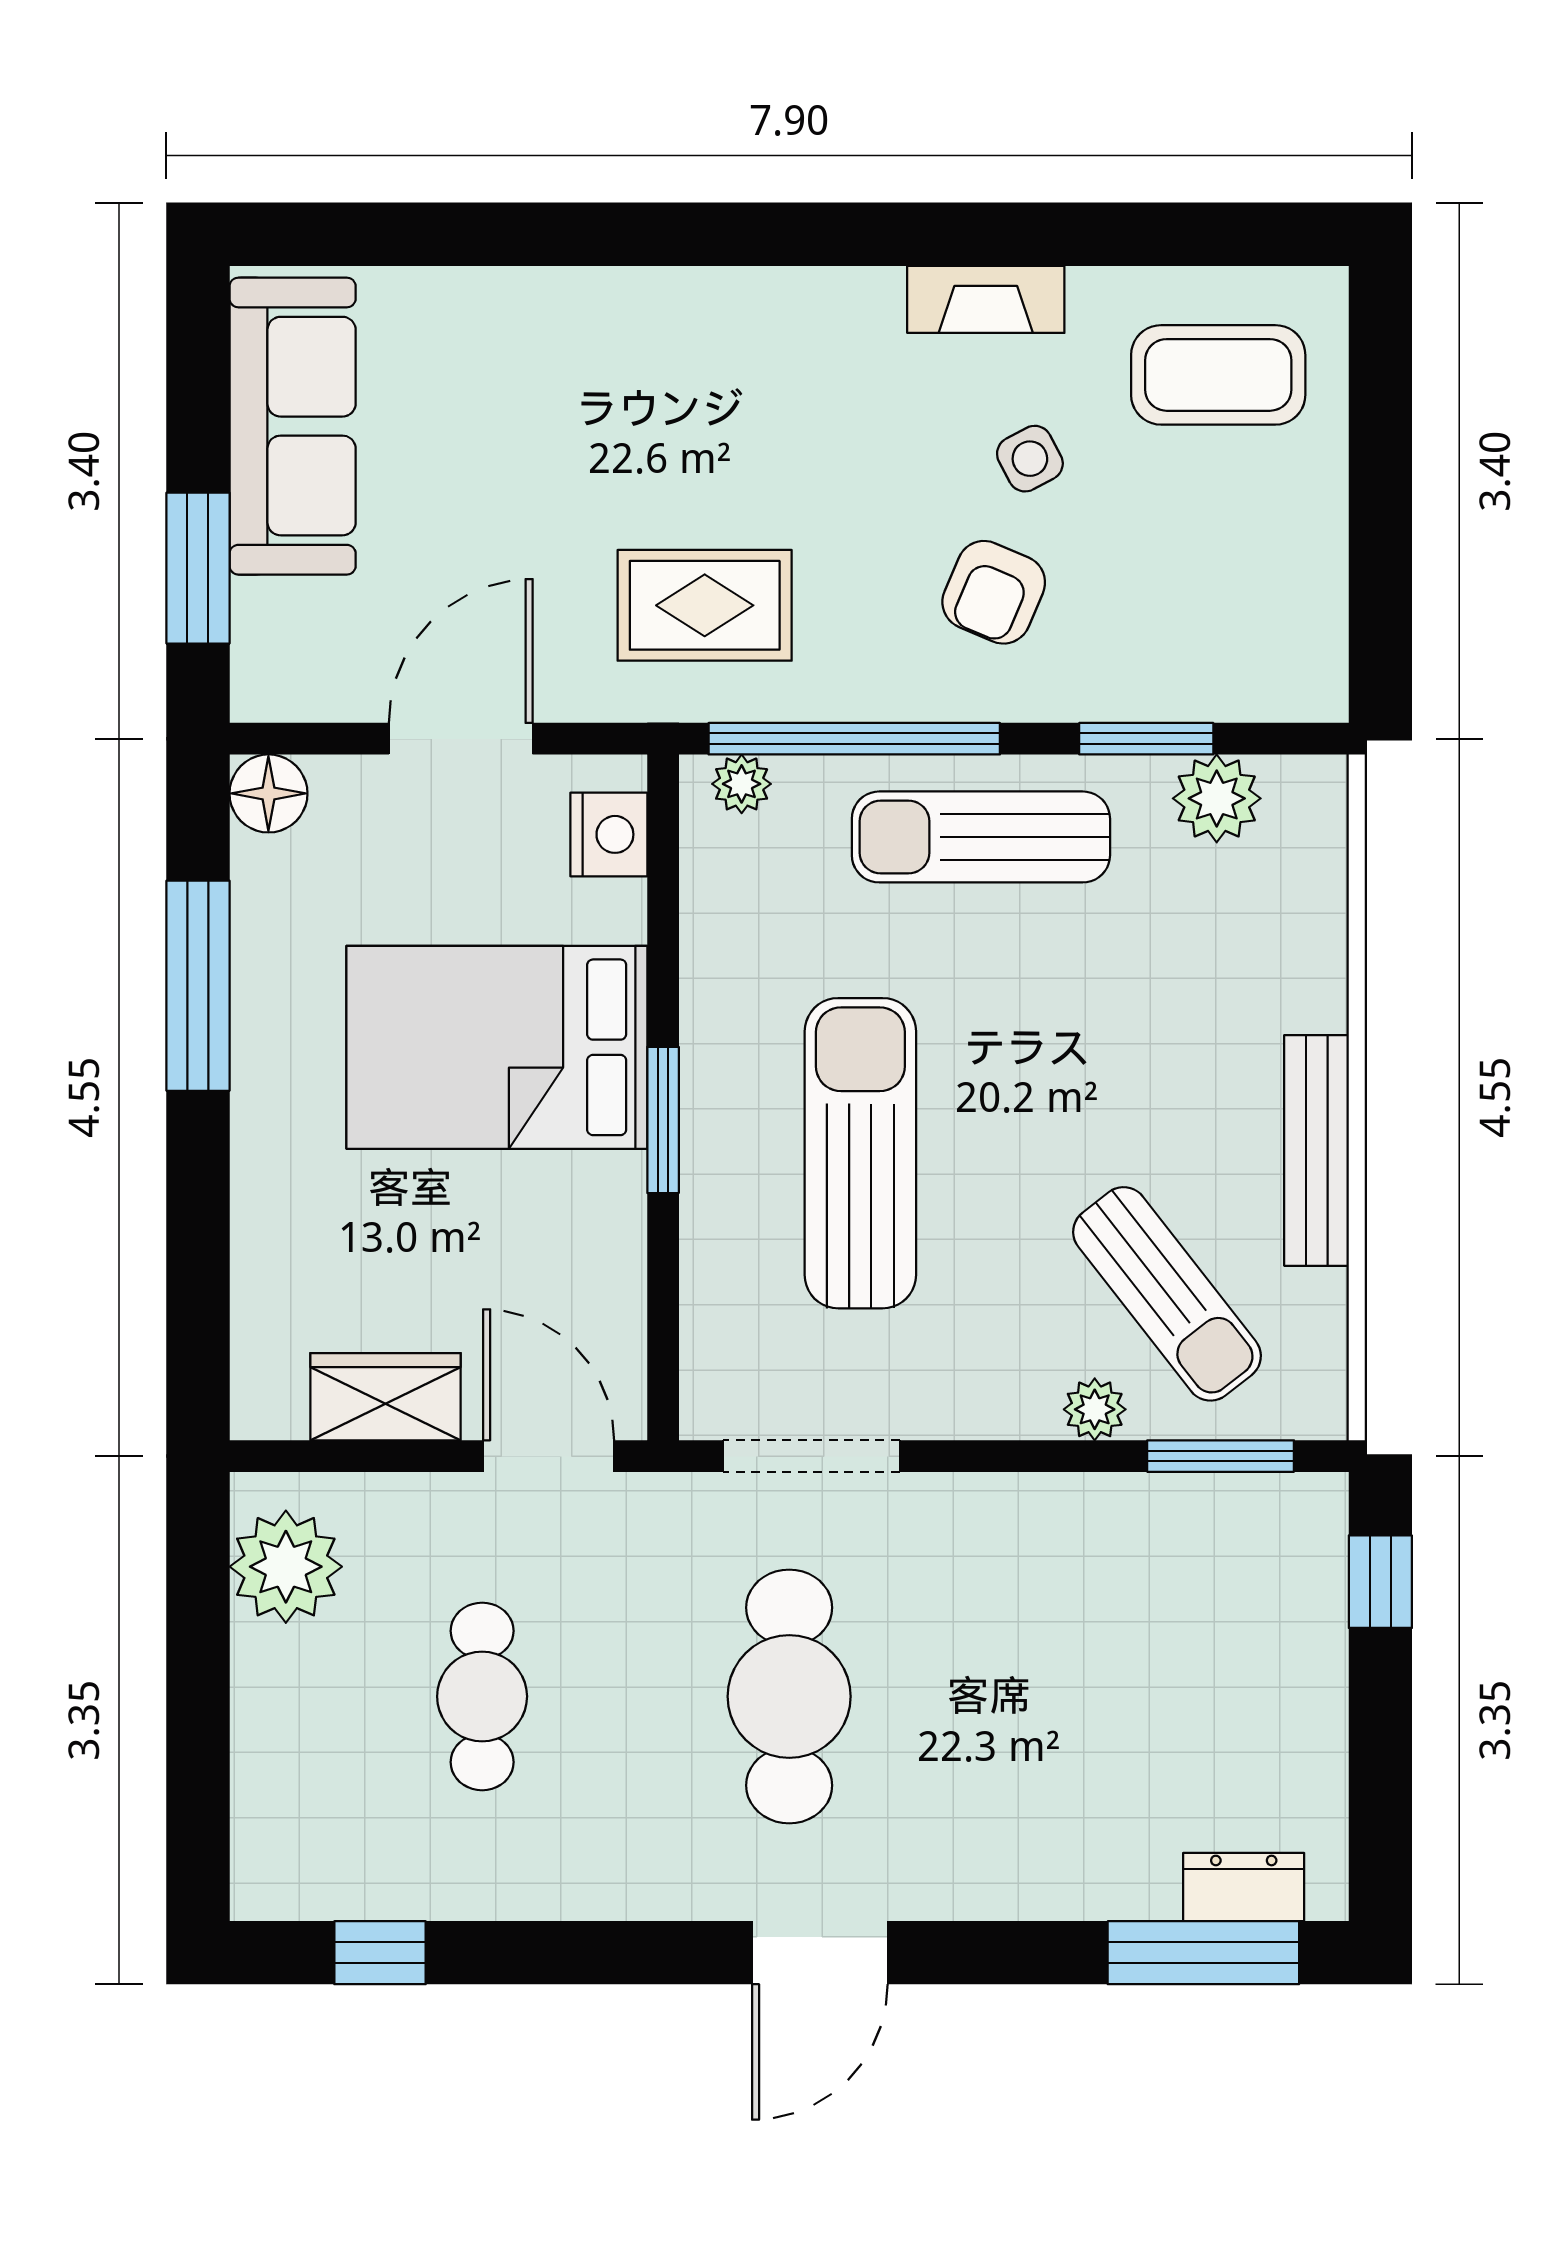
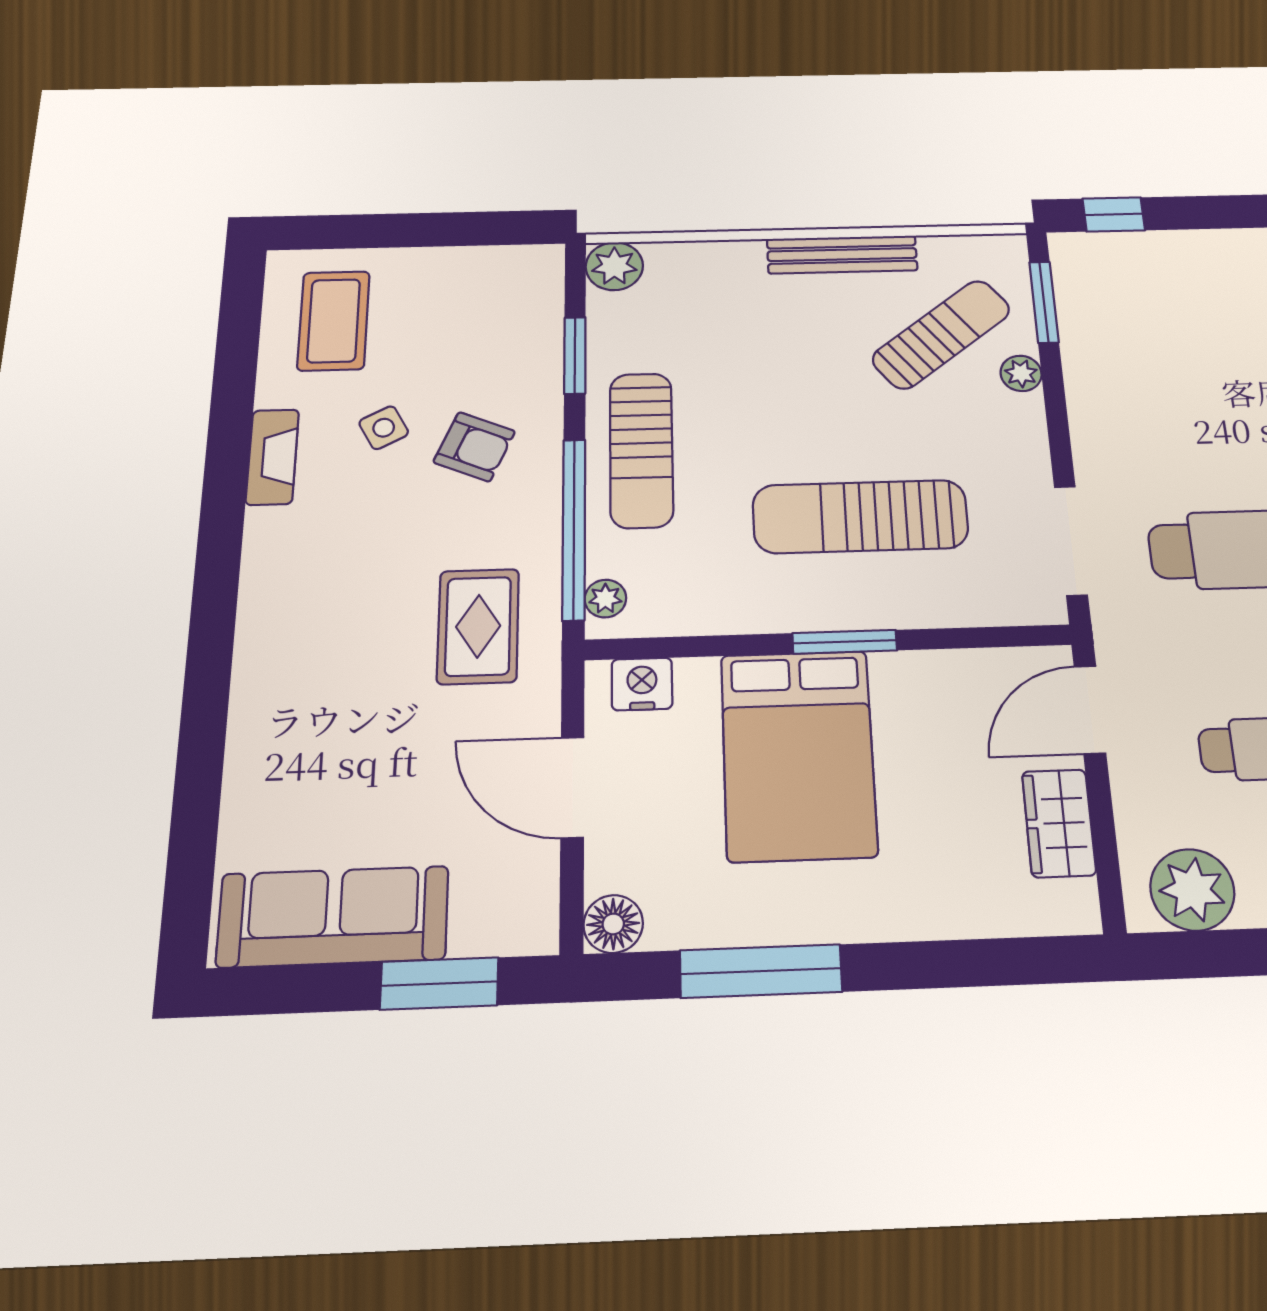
plant: (1217, 798) -> (614, 266), moved

